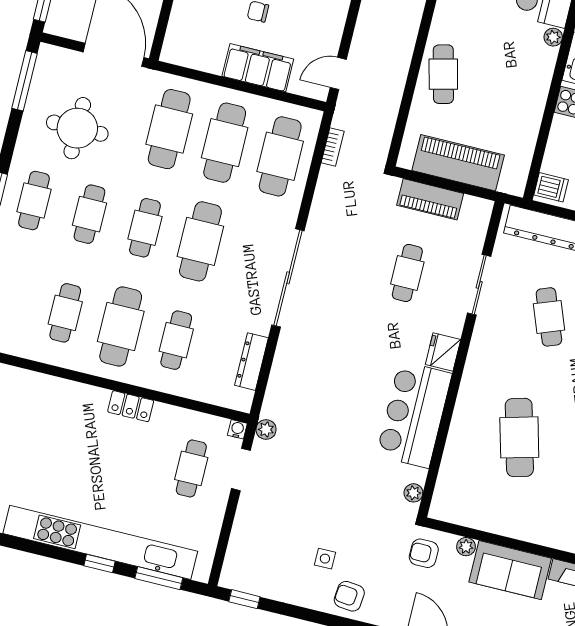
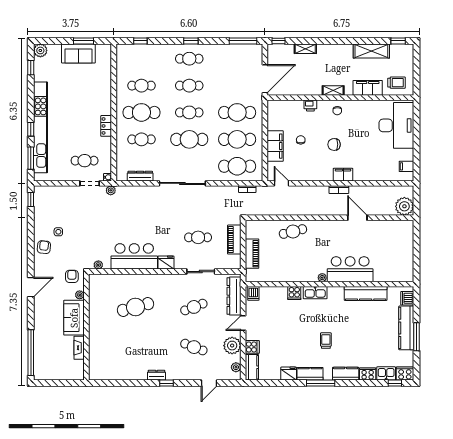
round table: (77, 128) -> (227, 70), removed
piano: (458, 163) -> (252, 254), width x0.73, depth x0.75

